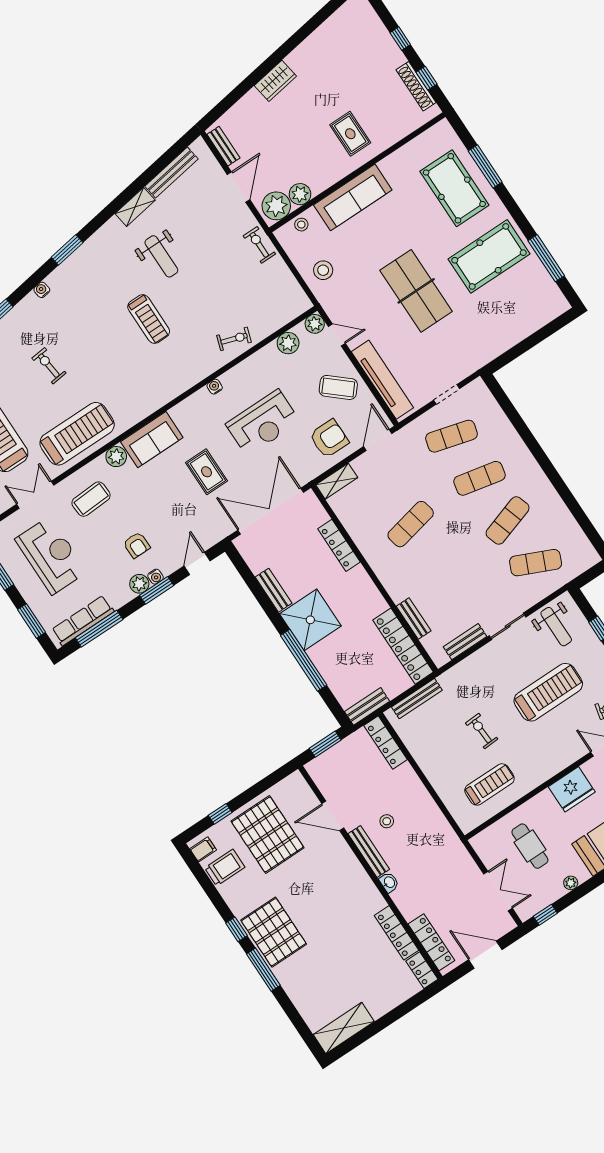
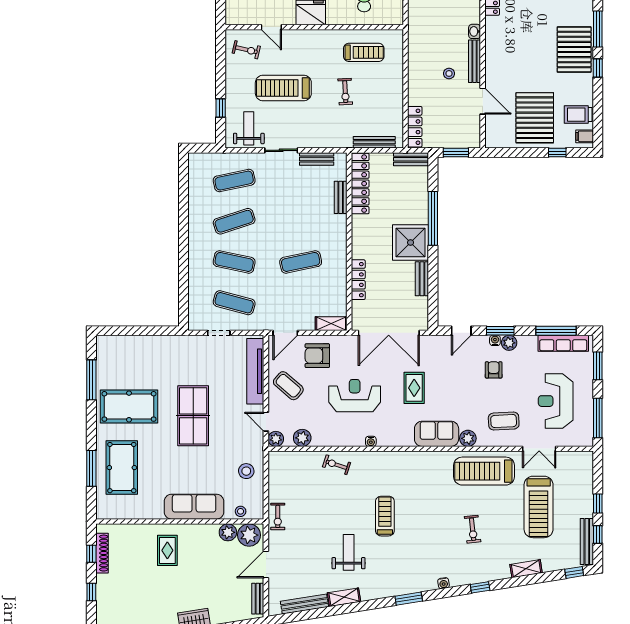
exercise mat: (536, 563) -> (234, 181), turned -36
treadmill: (489, 784) -> (364, 52), turned 180

